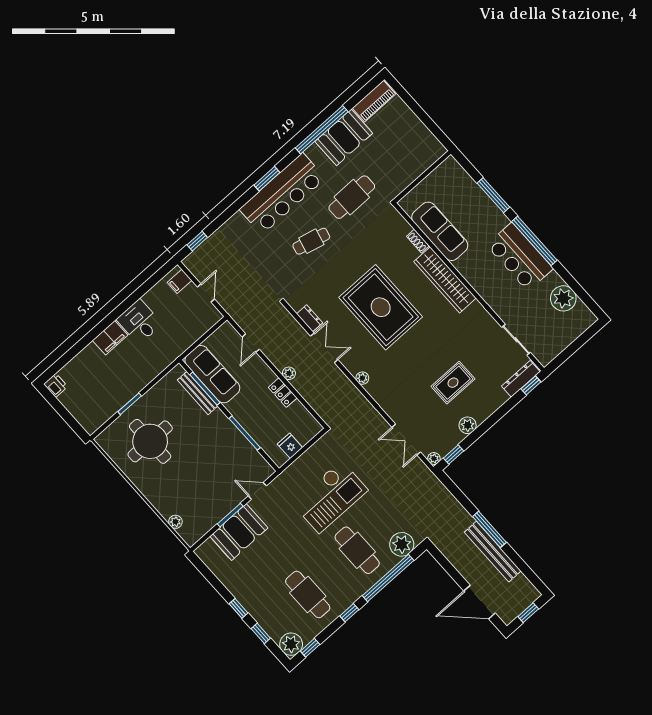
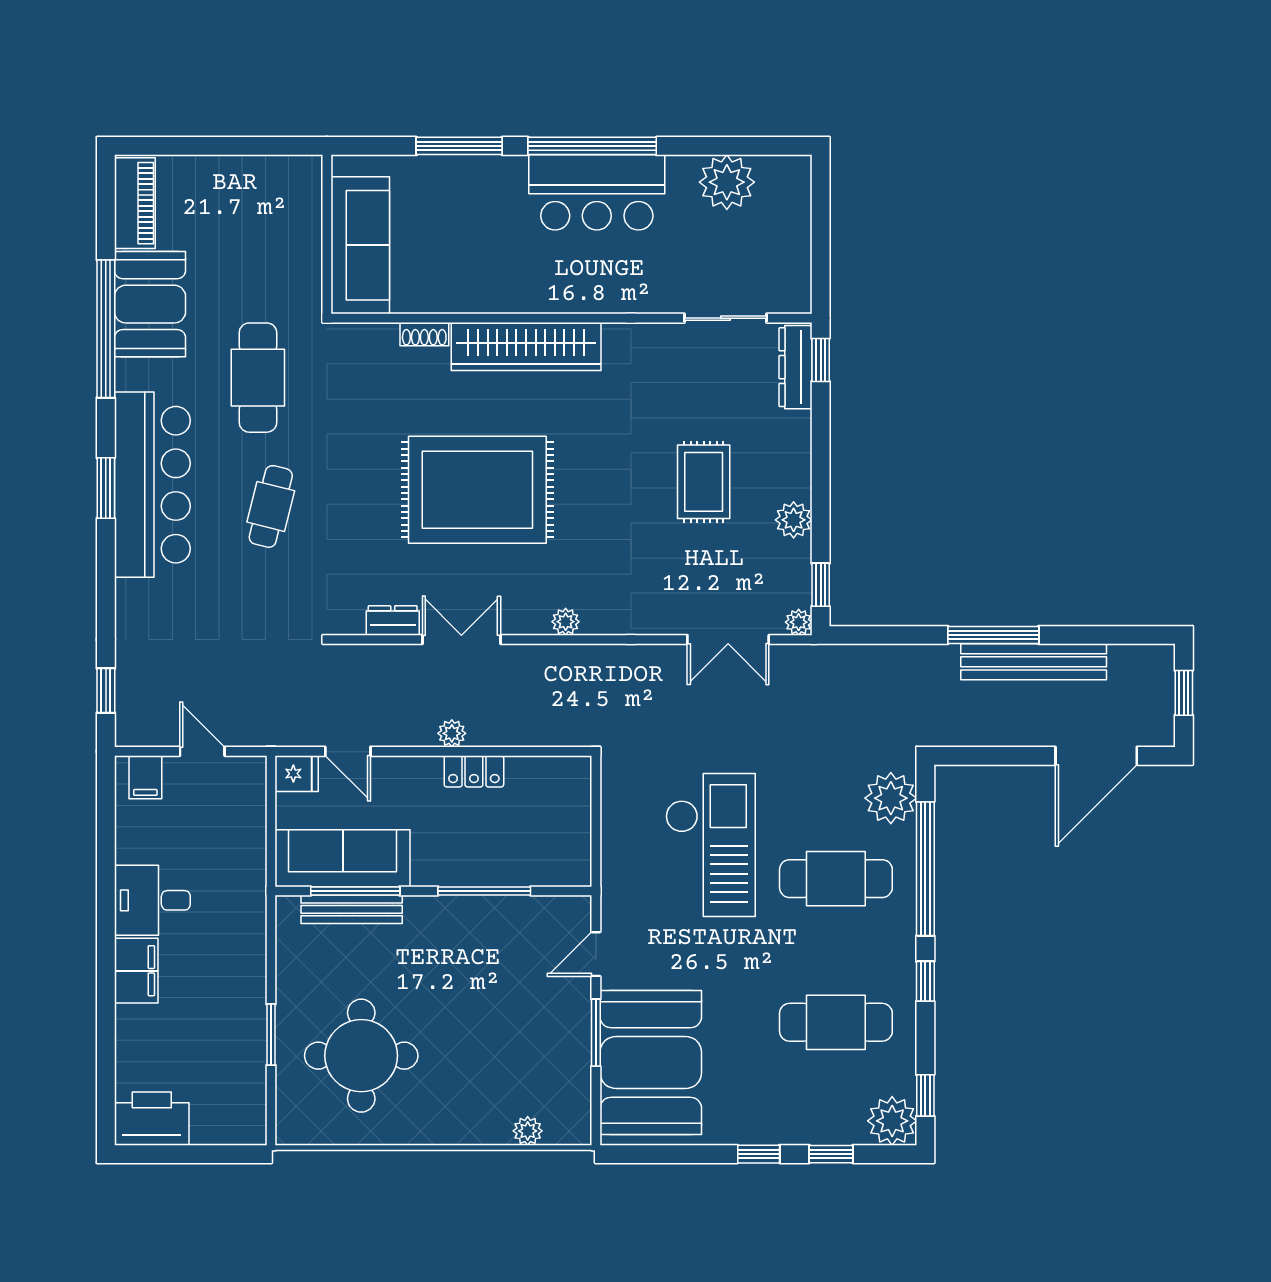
sofa: (440, 231) -> (360, 245), moved, turned 90
printer: (56, 385) -> (152, 1119), width x1.87, depth x1.48
fridge: (290, 446) -> (297, 774), moved, turned 180
booth: (239, 532) -> (651, 1063), width x1.36, depth x1.42

